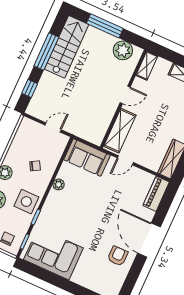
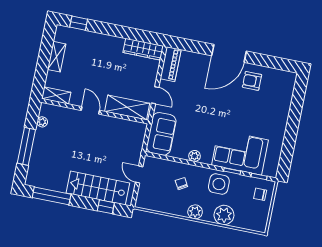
stairs: (67, 47) -> (98, 188), moved
plant: (123, 50) -> (42, 122), width x0.53, depth x0.53
window: (46, 51) -> (52, 196), moved
piano: (156, 194) -> (171, 64), moved, turned -90
corner sofa: (53, 254) -> (240, 152), moved, turned 90

